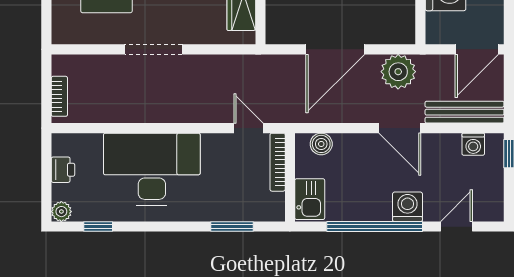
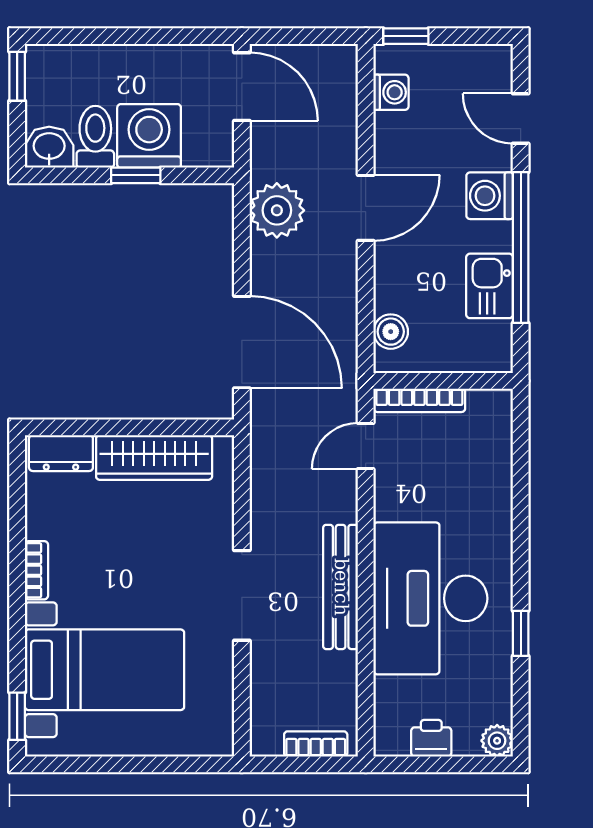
door: (335, 49) -> (242, 342), moved
bench: (465, 112) -> (341, 587), moved
kitchen sink: (310, 199) -> (490, 286), moved, turned -90
window: (98, 227) -> (521, 633), moved
window: (232, 227) -> (521, 472), removed

